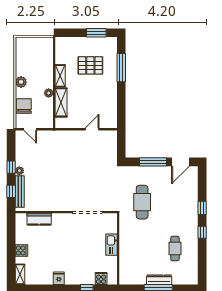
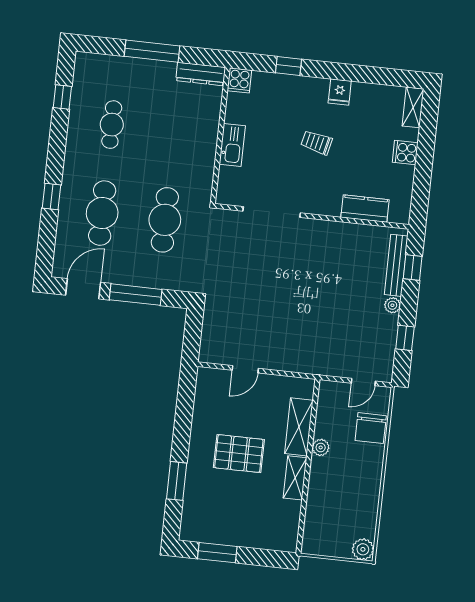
pallet: (90, 65) -> (239, 454), moved
window: (121, 68) -> (177, 481), width x0.69
plant: (21, 82) -> (363, 549), moved
door: (30, 129) -> (363, 382), swing flipped
window: (11, 167) -> (405, 338), moved
cafe table: (175, 202) -> (102, 213), added
window: (202, 232) -> (62, 97), moved
trolley: (68, 251) -> (317, 142), added
cooker: (101, 279) -> (239, 80), moved
dresser: (159, 280) -> (201, 74), moved

